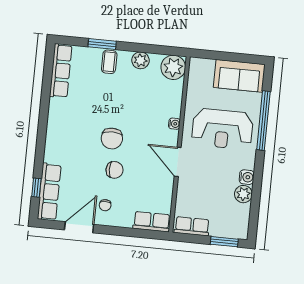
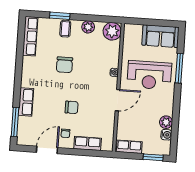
window: (263, 121) -> (179, 68), width x0.68
chair: (112, 139) -> (64, 65), moved
door: (178, 162) -> (117, 100), swing flipped
water cooler: (247, 177) -> (166, 135), moved
window: (36, 188) -> (15, 122), width x2.17
row of seats: (49, 192) -> (26, 102), moved, width x0.68
row of seats: (152, 222) -> (88, 143), moved

